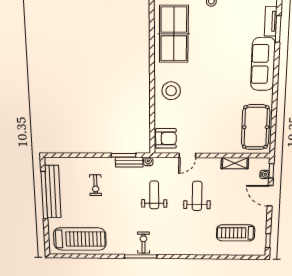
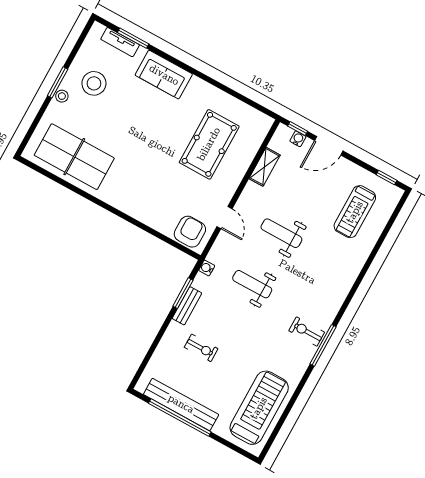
sofa: (263, 64) -> (164, 75), width x0.73
stool: (171, 91) -> (94, 83), moved
pool table: (256, 127) -> (209, 144), moved, turned 90
bench: (129, 162) -> (187, 306), moved

